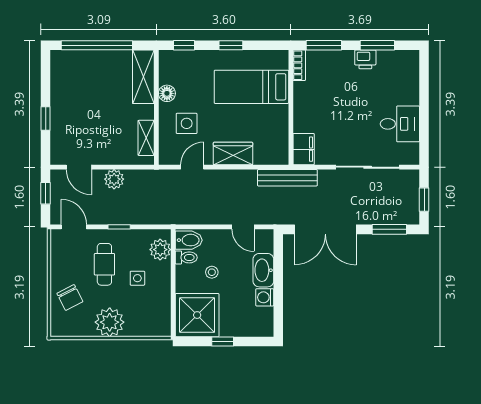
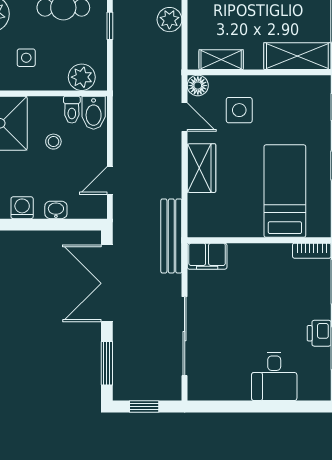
floor lamp: (167, 93) -> (198, 86), moved
desk: (400, 124) -> (274, 376), moved
washbasin: (263, 270) -> (56, 210), width x0.52, depth x0.69
side table: (137, 278) -> (26, 58), moved

